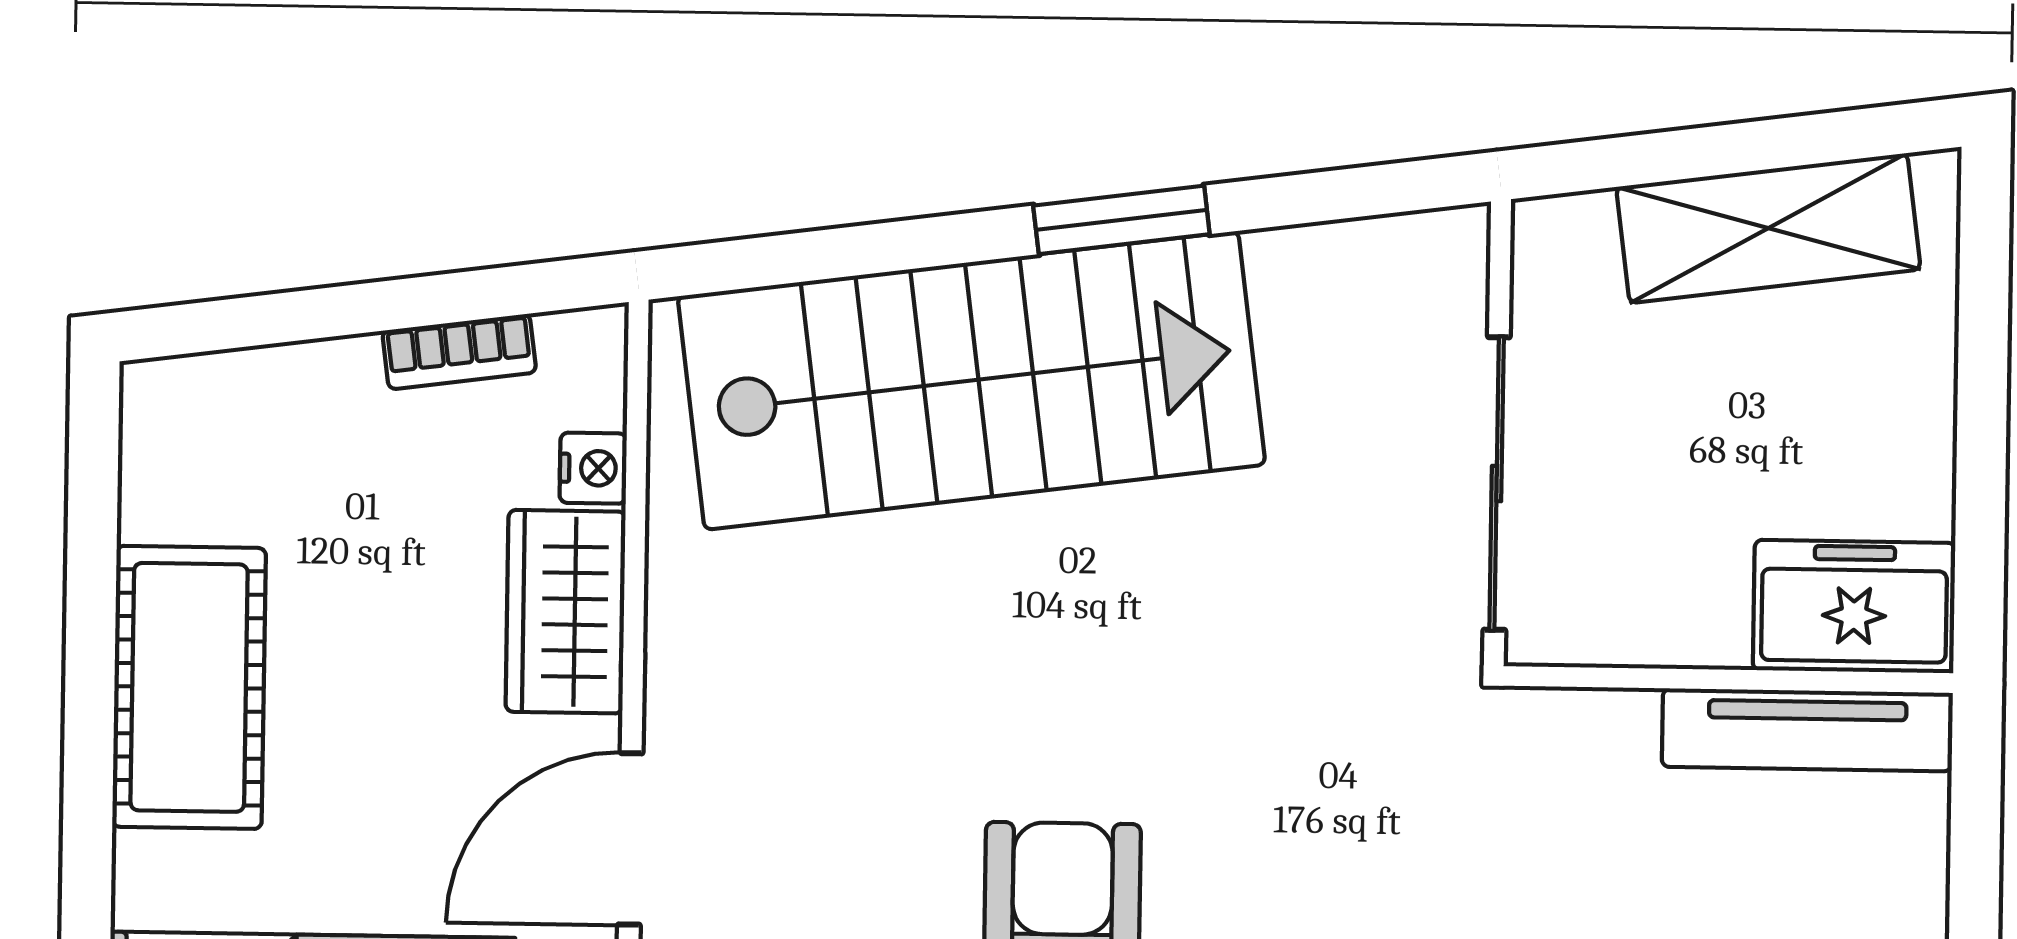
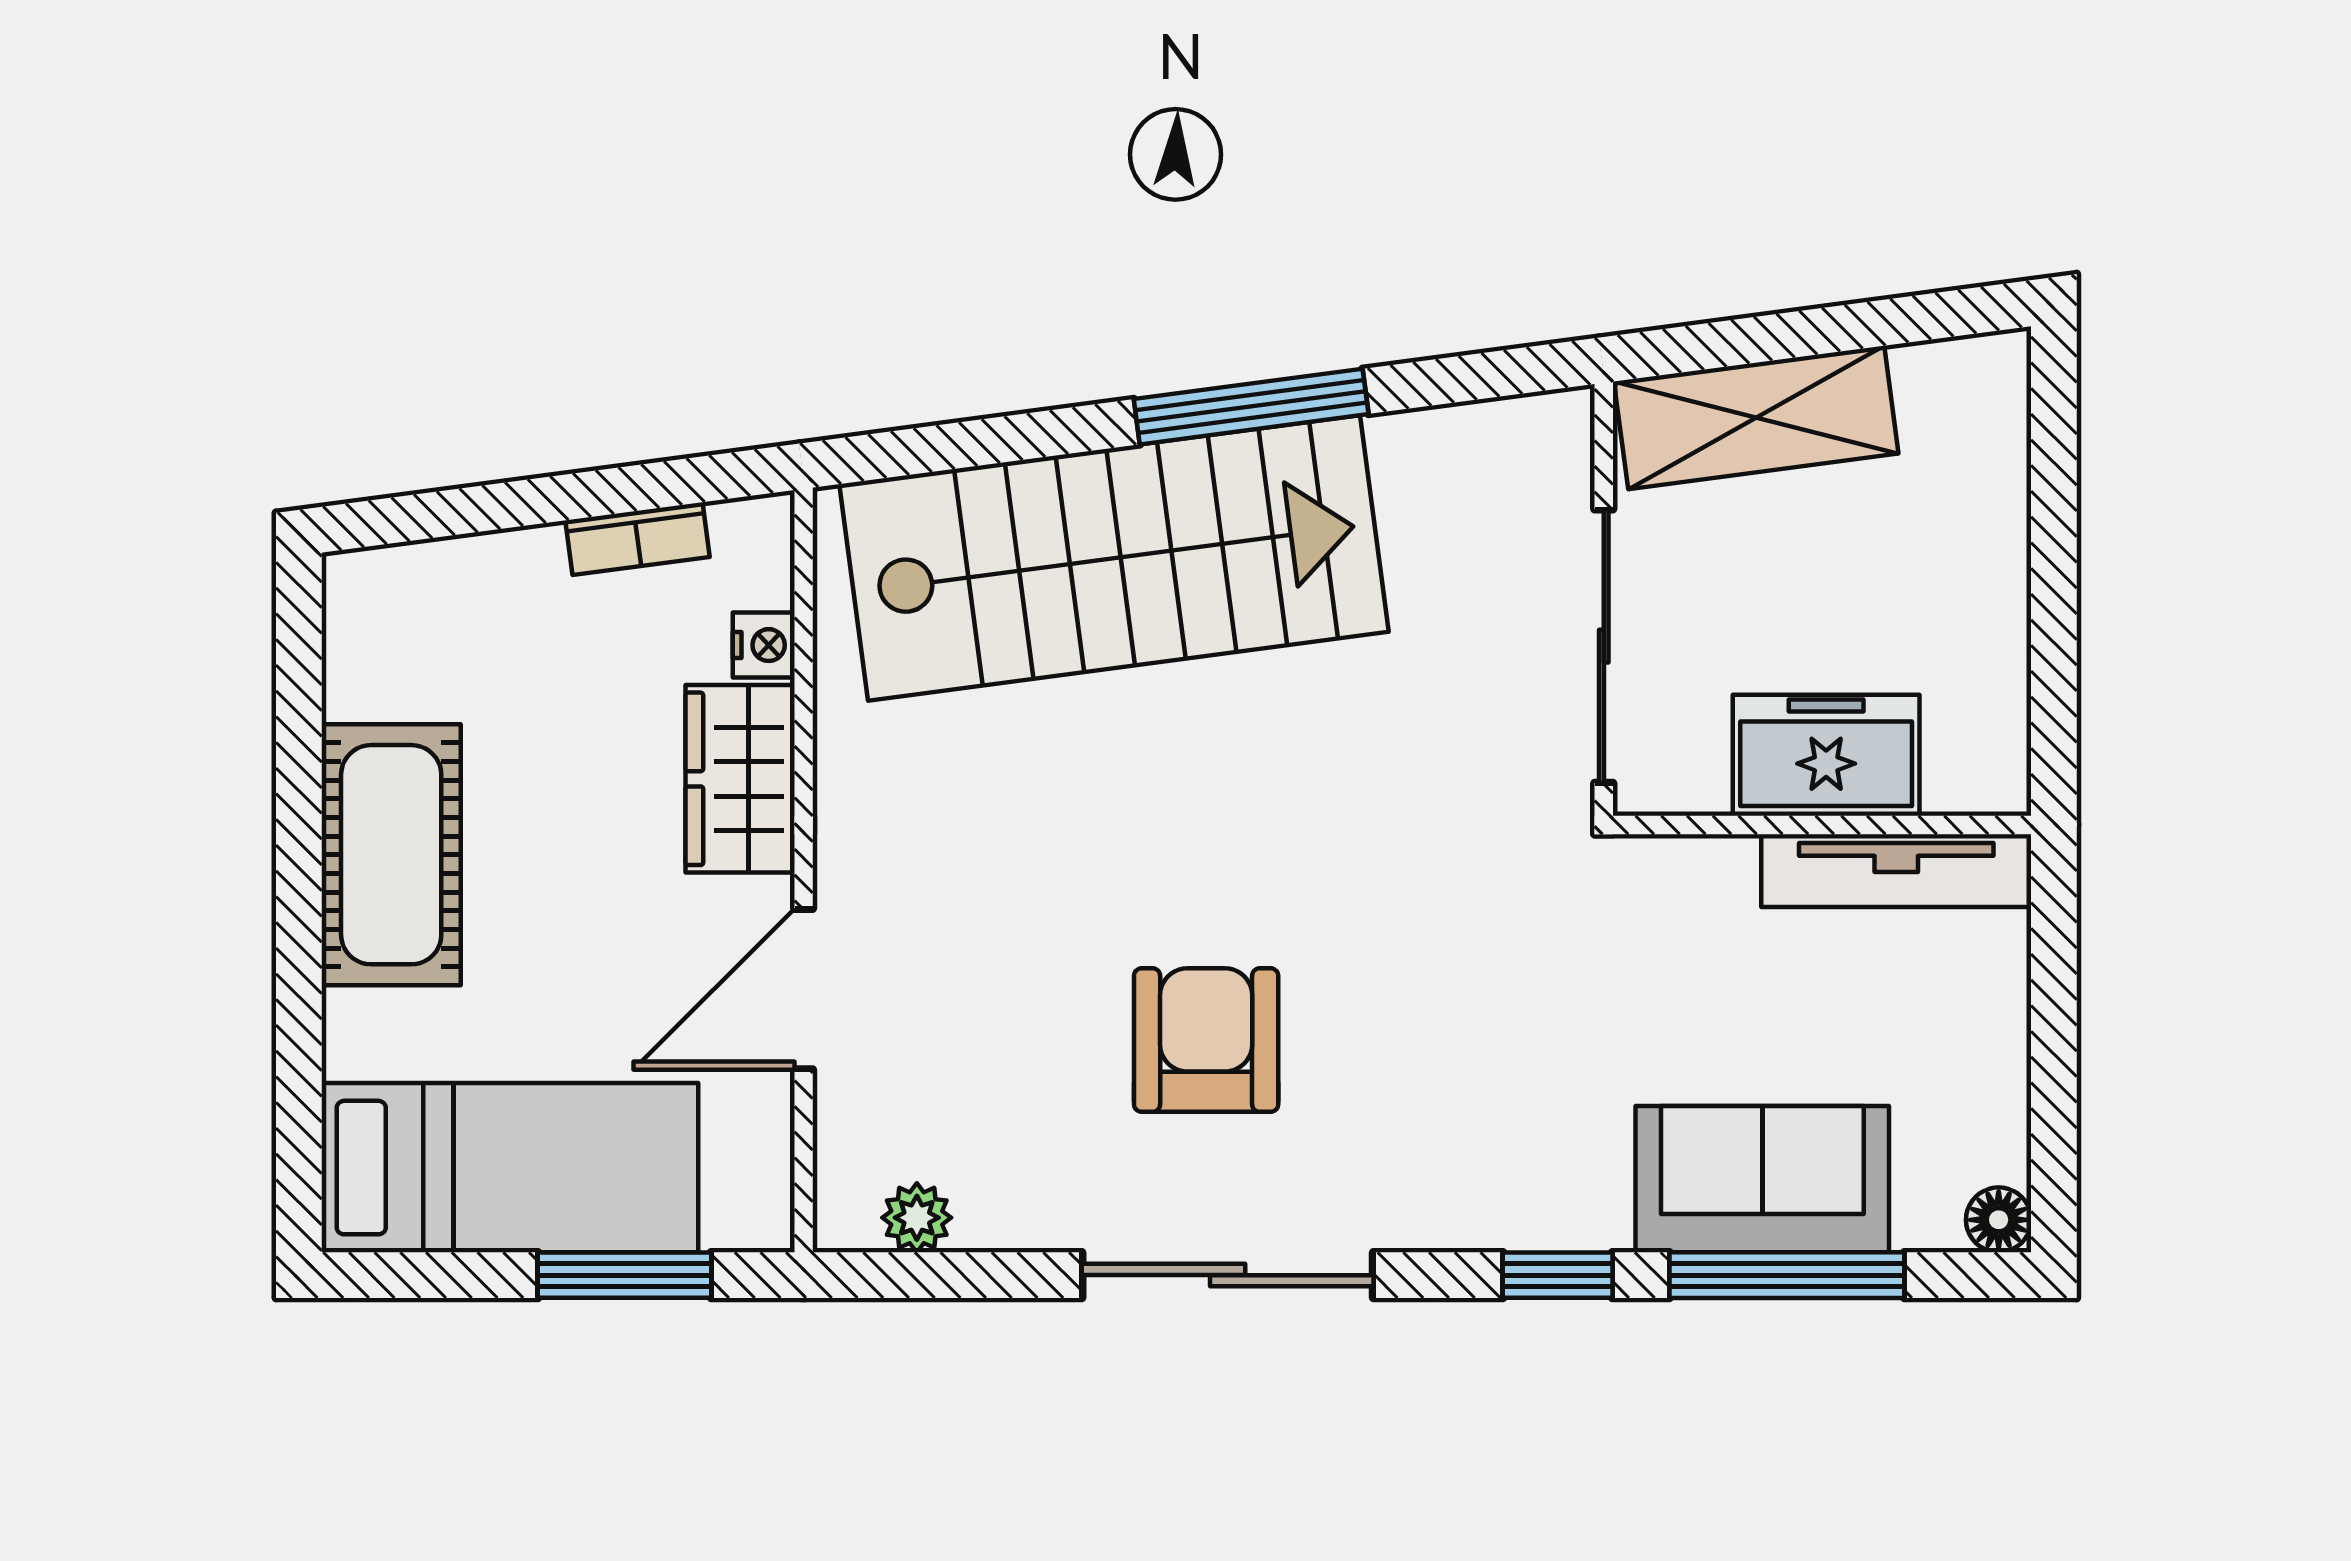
window: (1121, 220) -> (1251, 407), width x1.44
shelving: (1768, 228) -> (1756, 418), moved
freezer: (1854, 607) -> (1826, 755), moved

